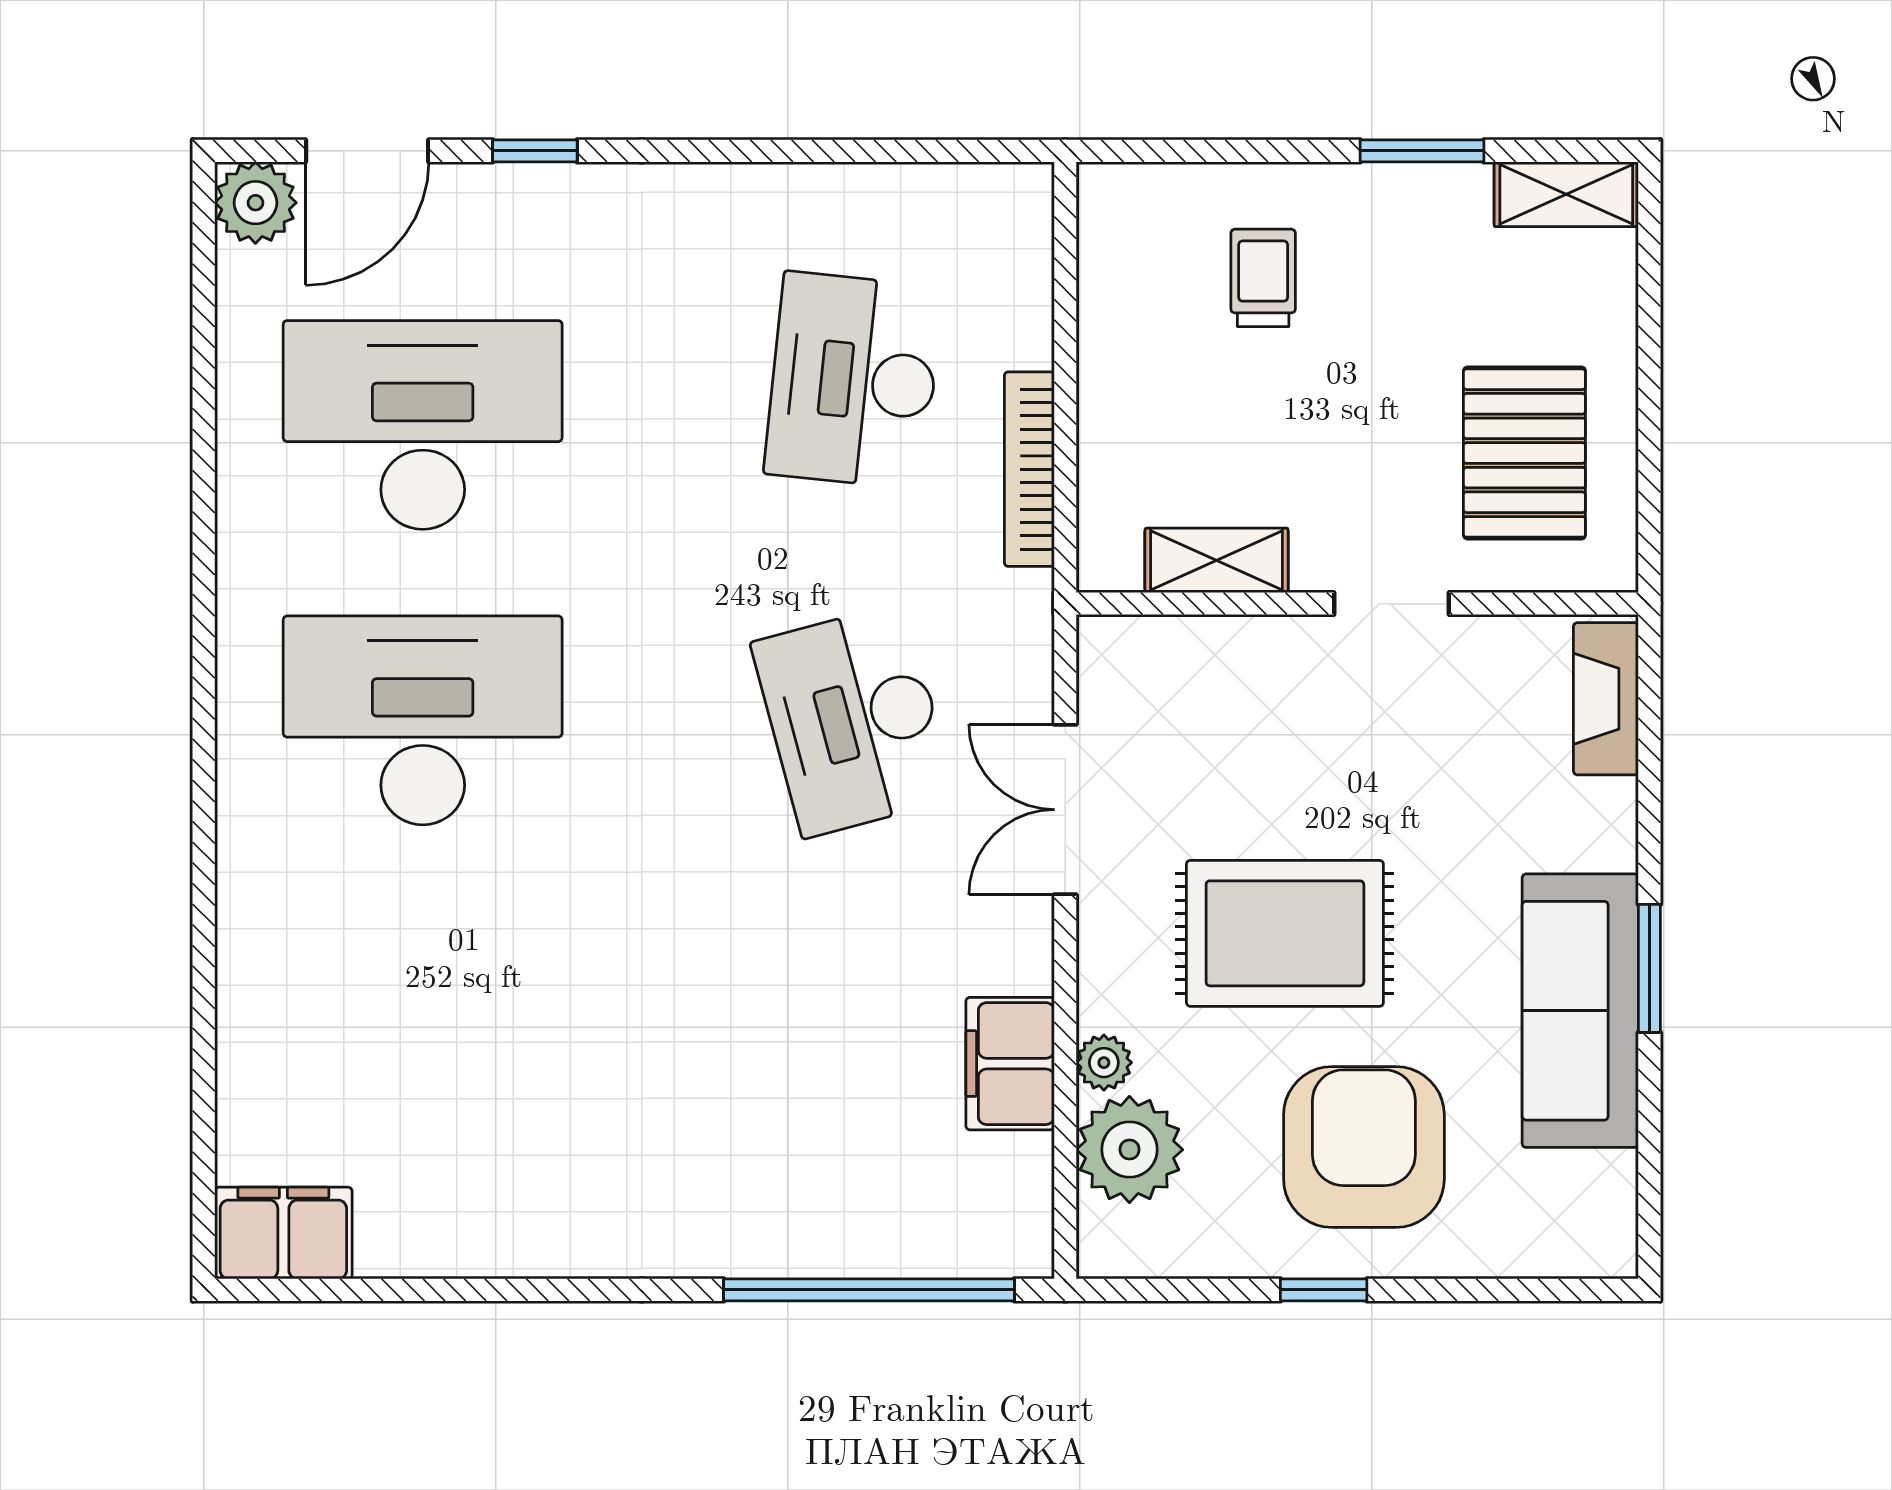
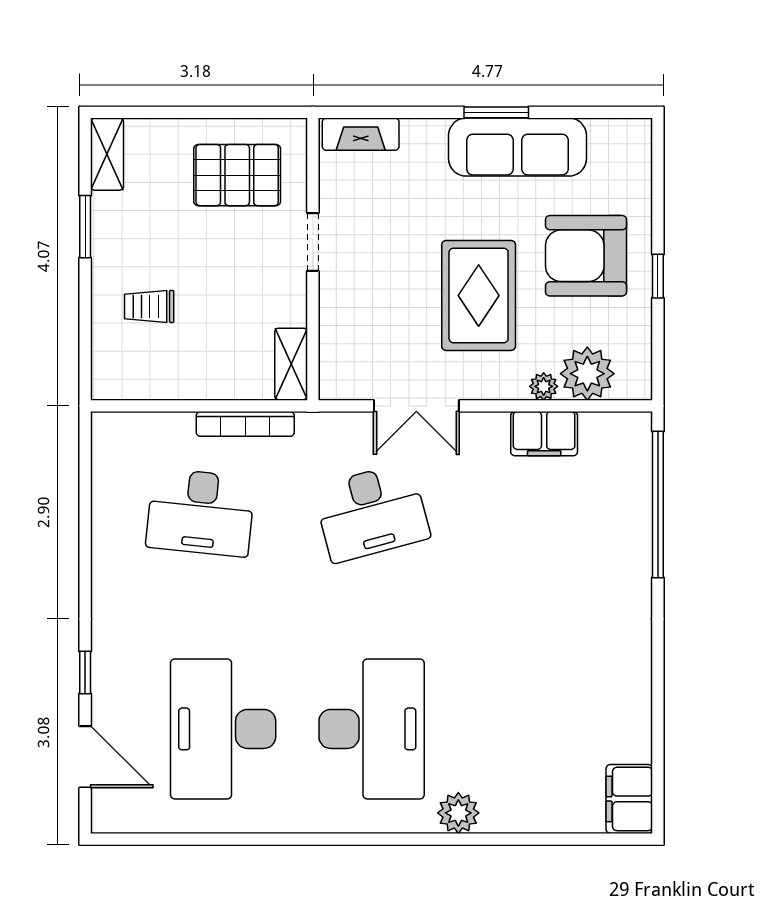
plant: (255, 203) -> (458, 813), moved
shelving: (1217, 560) -> (291, 364), moved
desk: (423, 720) -> (372, 729), turned 180

